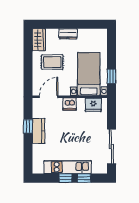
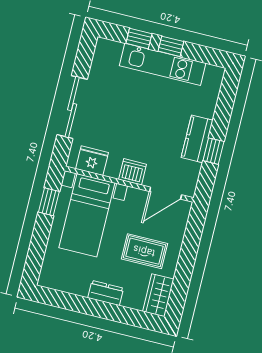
sliding door: (111, 146) -> (72, 107), moved

